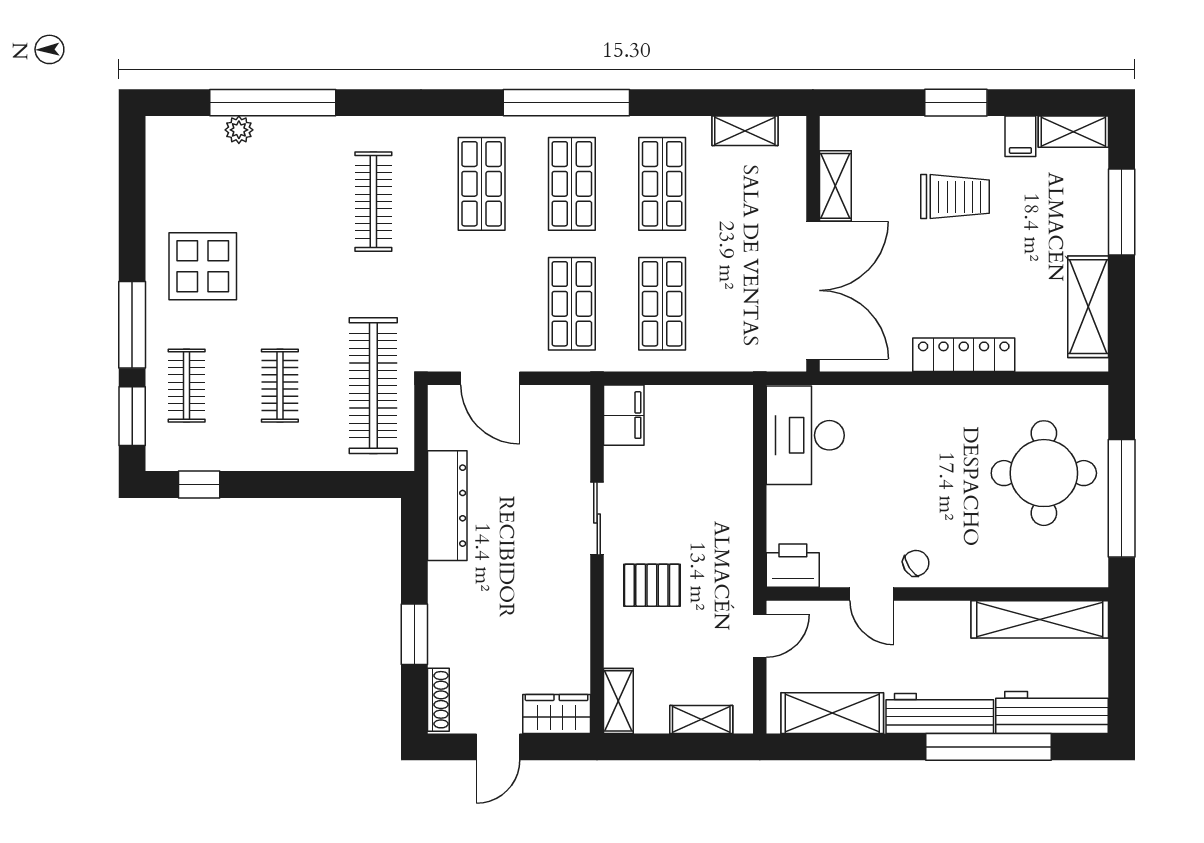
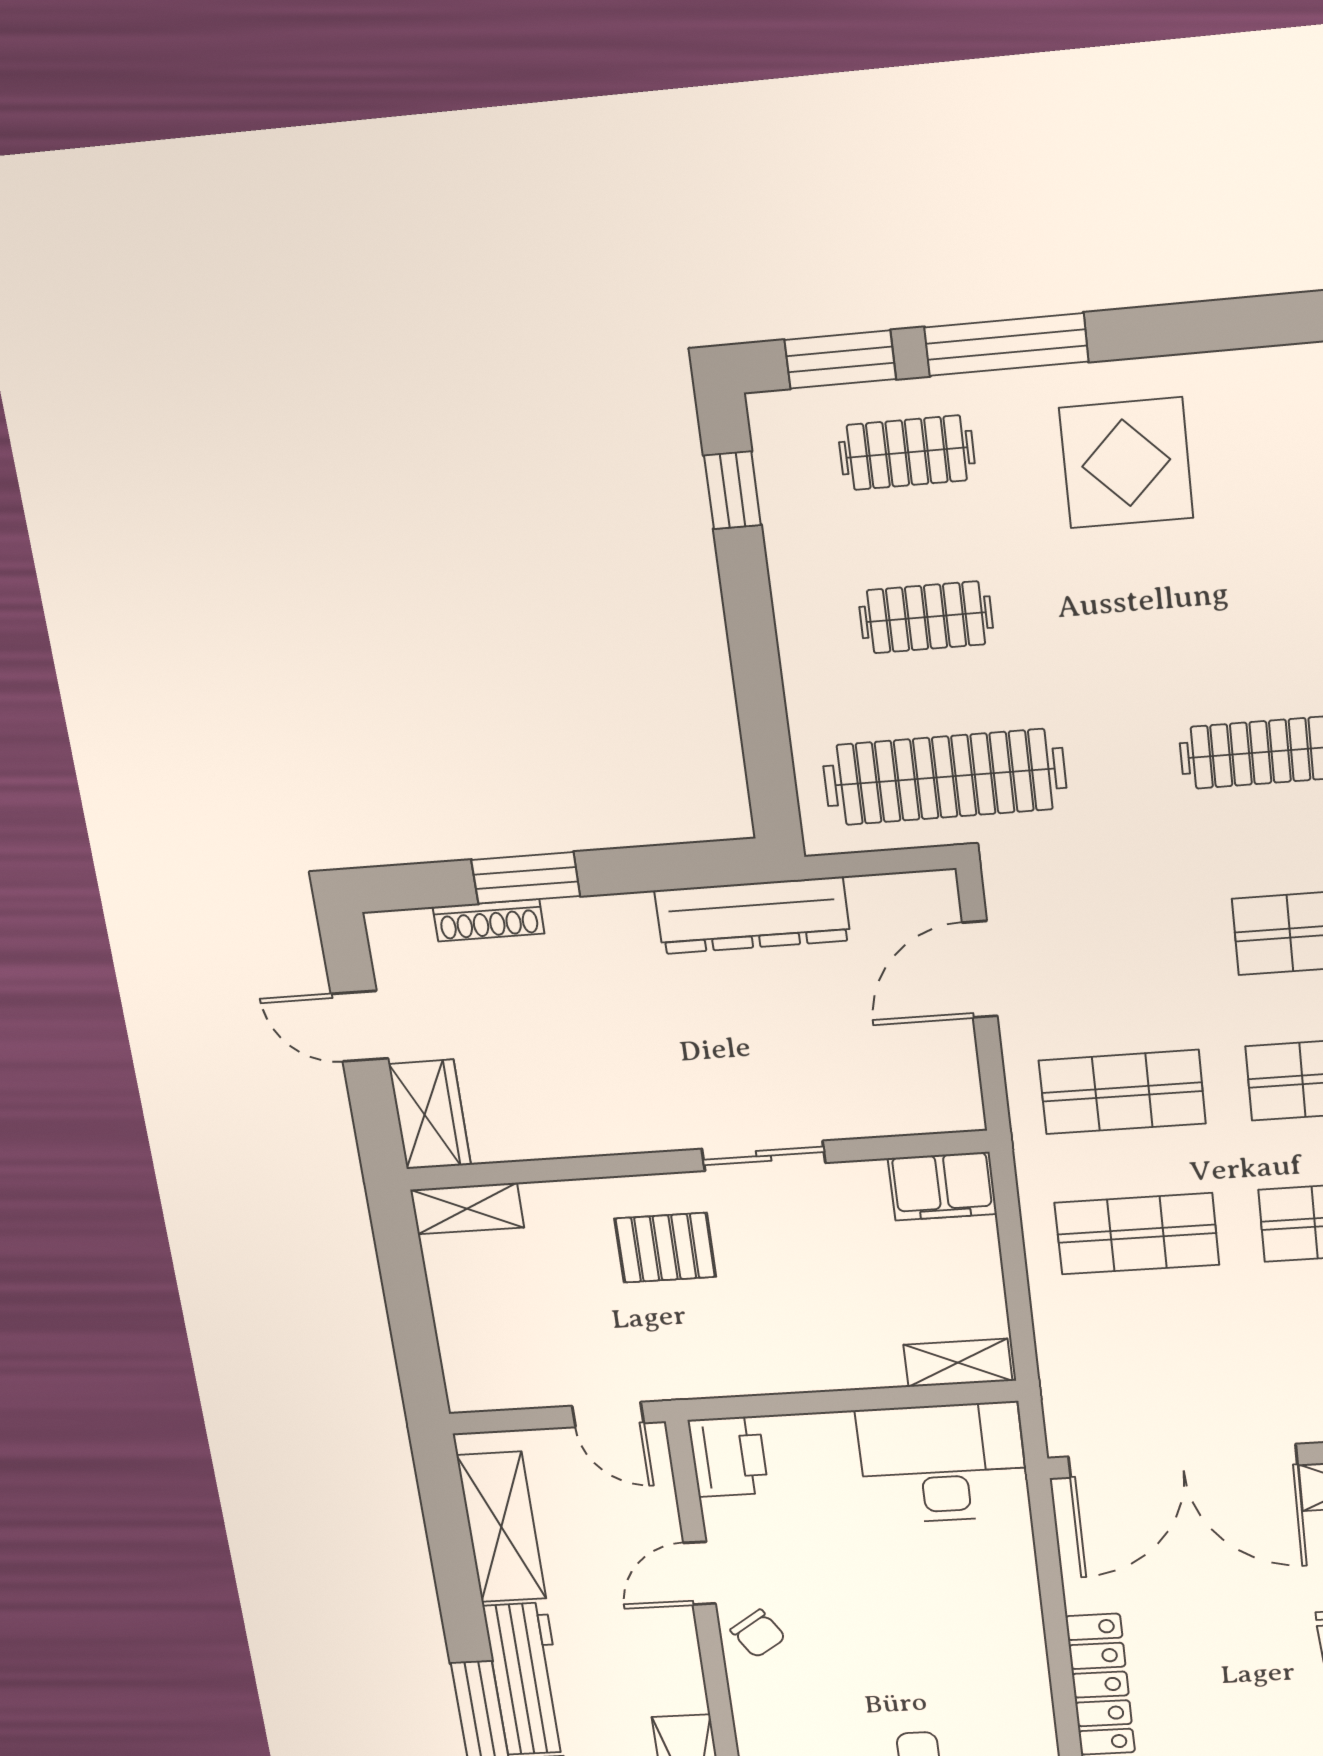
pallet: (652, 585) -> (665, 1248), turned 90
shoe rack: (438, 700) -> (489, 920), moved
shelving: (701, 719) -> (958, 1363), moved, turned 90

